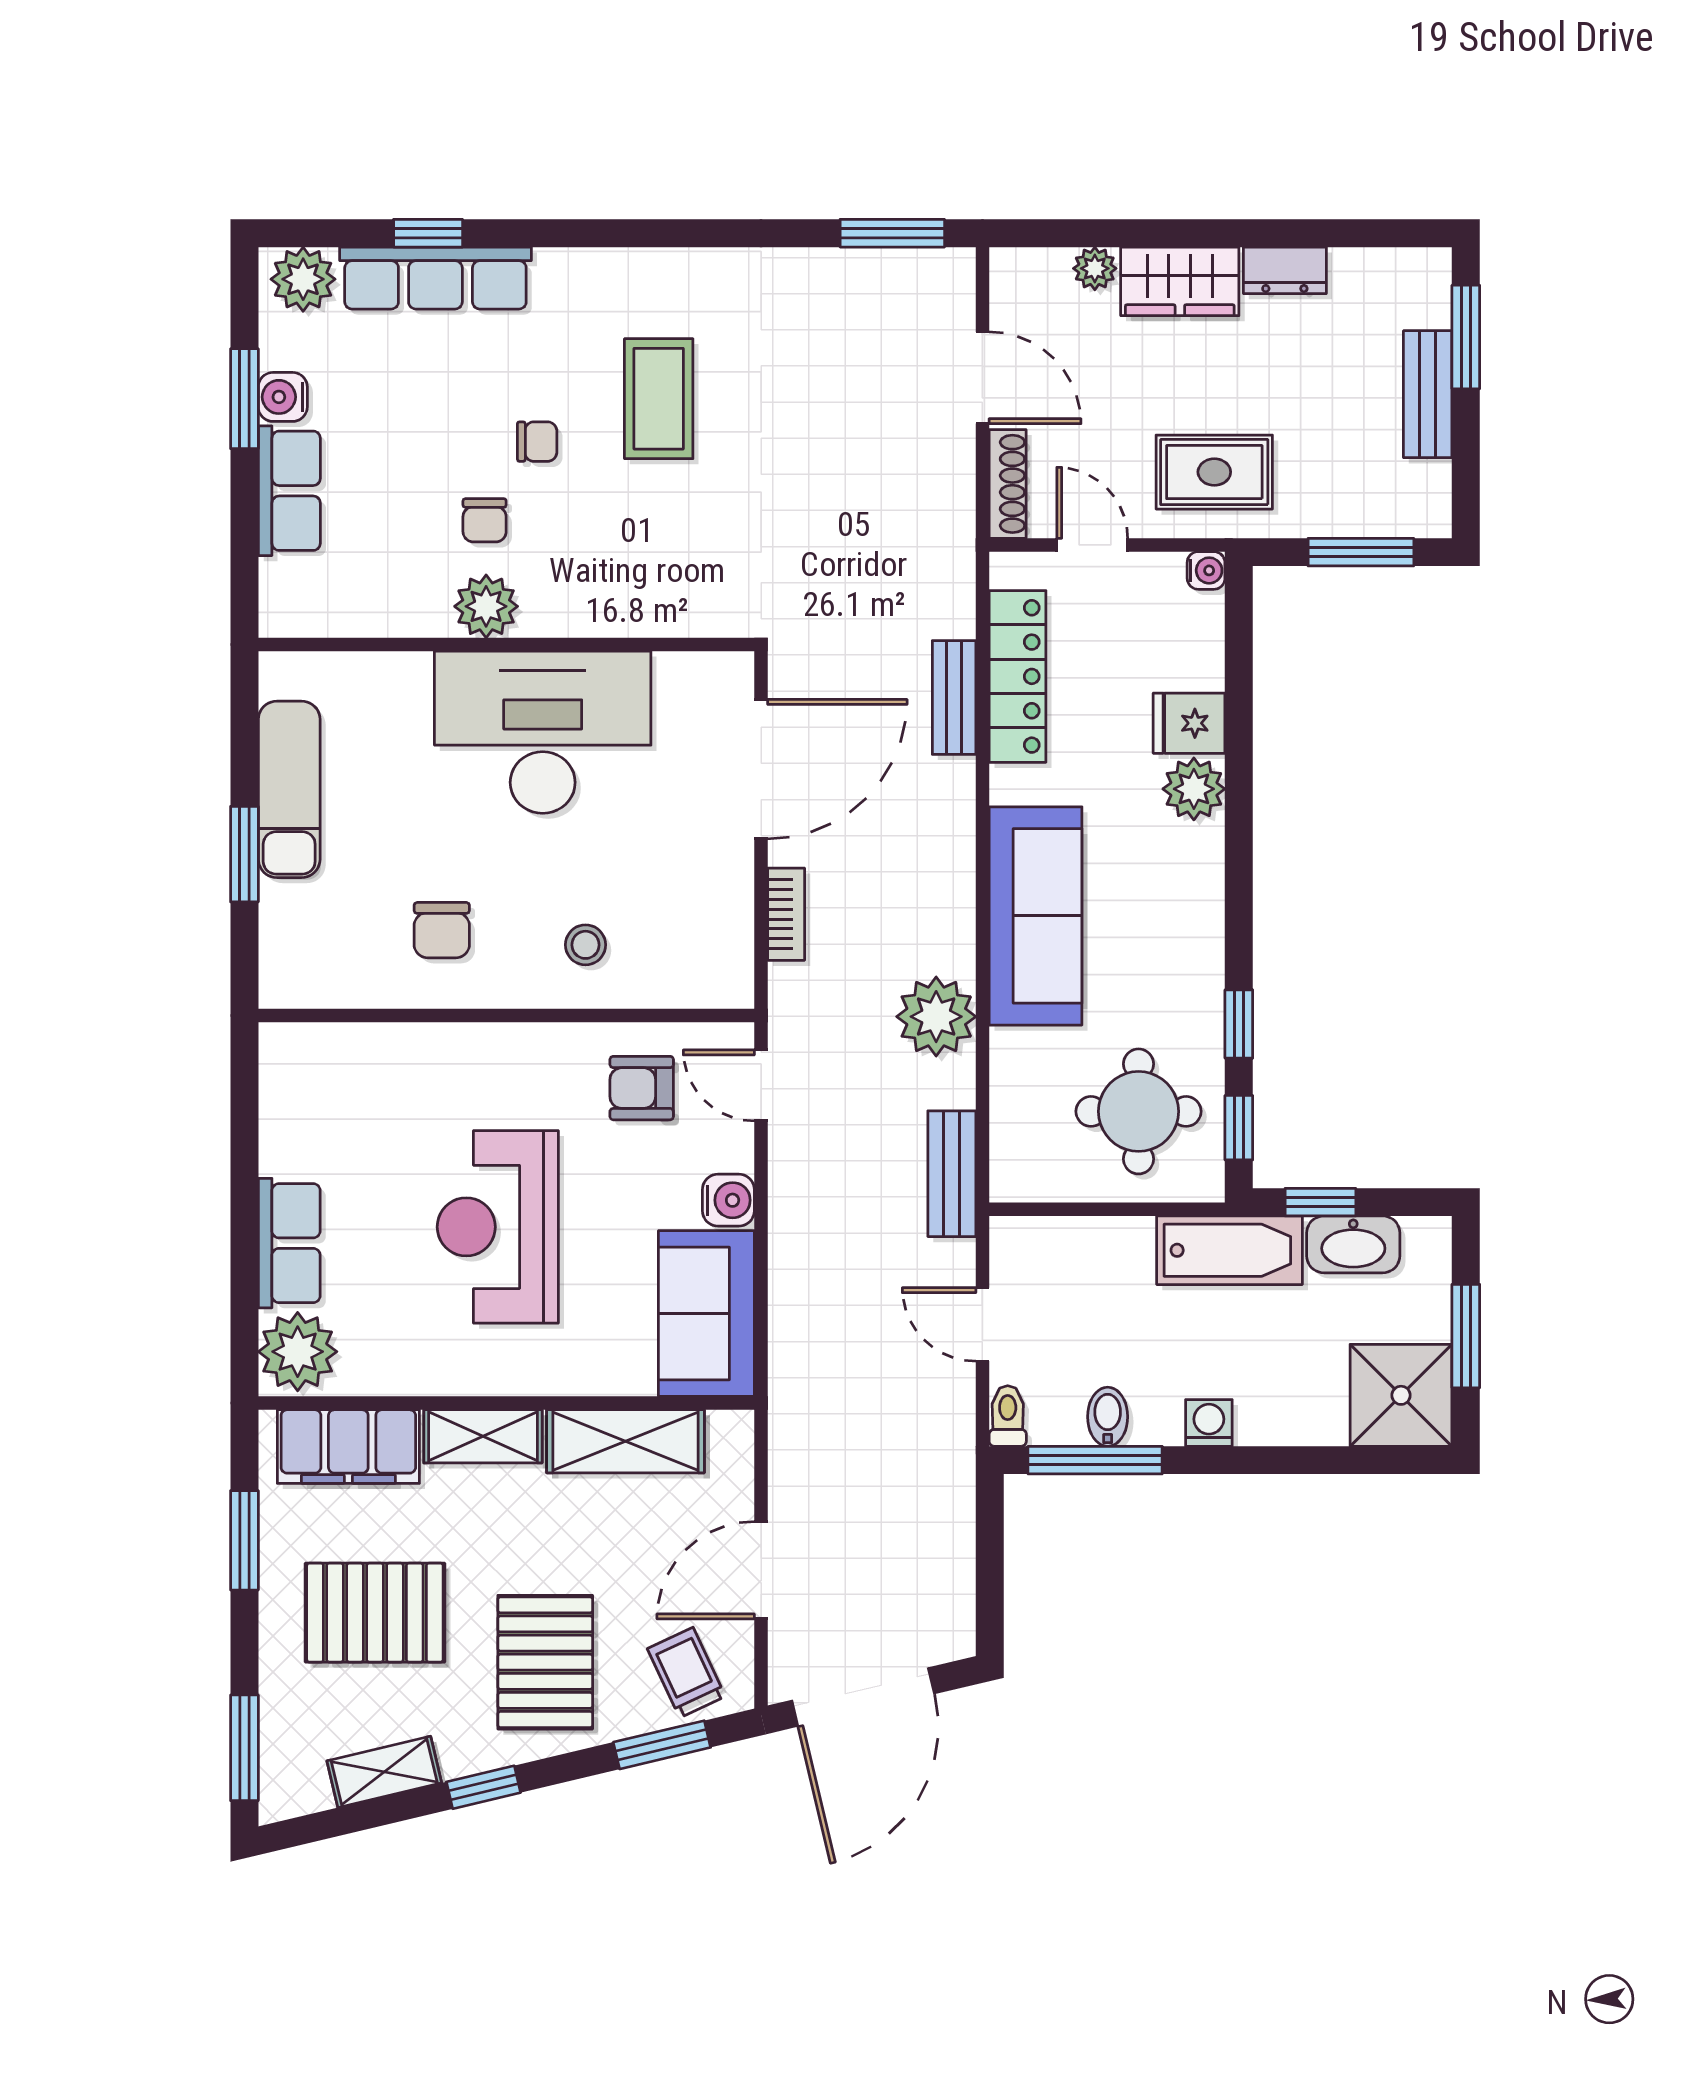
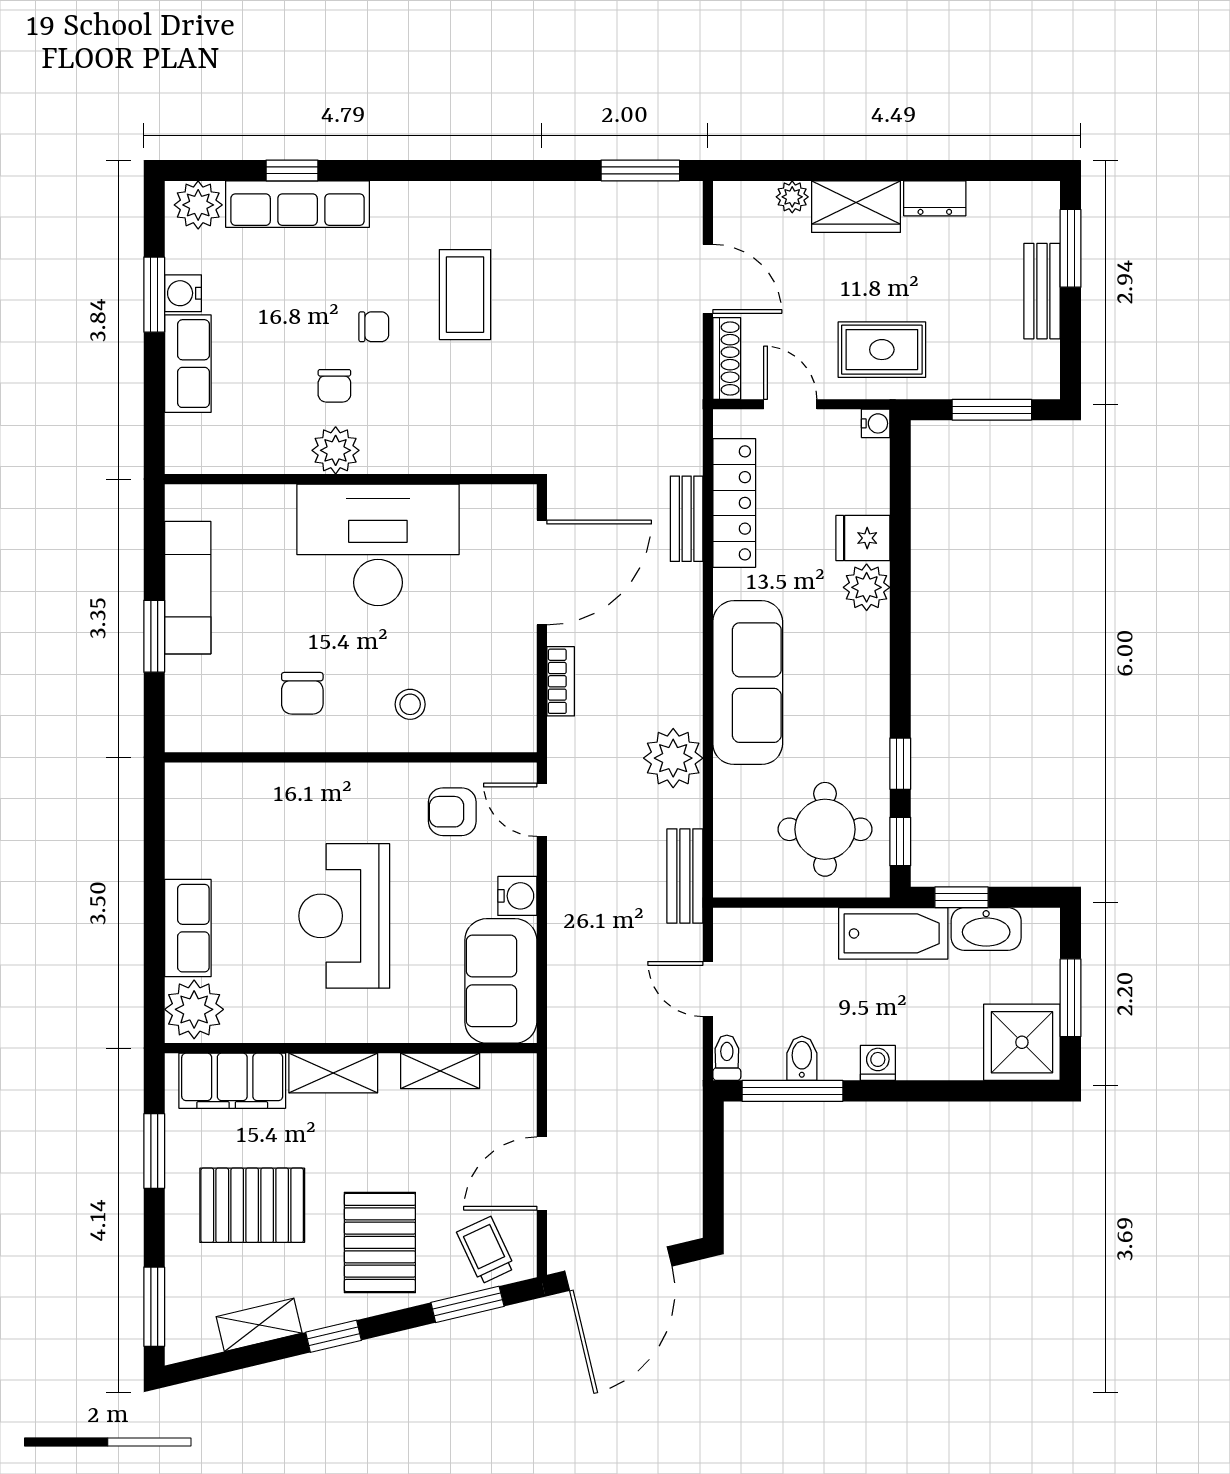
shelving: (625, 1441) -> (440, 1071), width x0.67, depth x0.75

